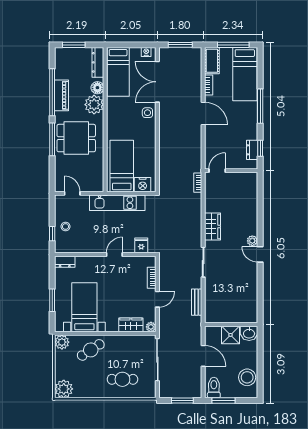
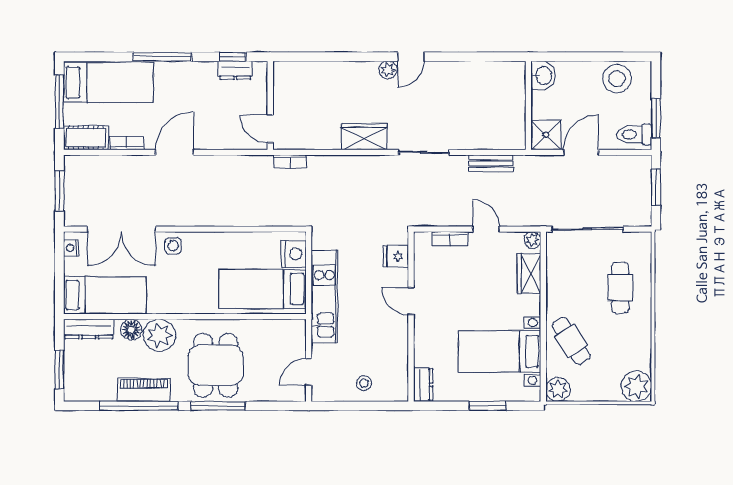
window: (52, 234) -> (376, 406), removed
shower: (231, 335) -> (546, 135), moved

